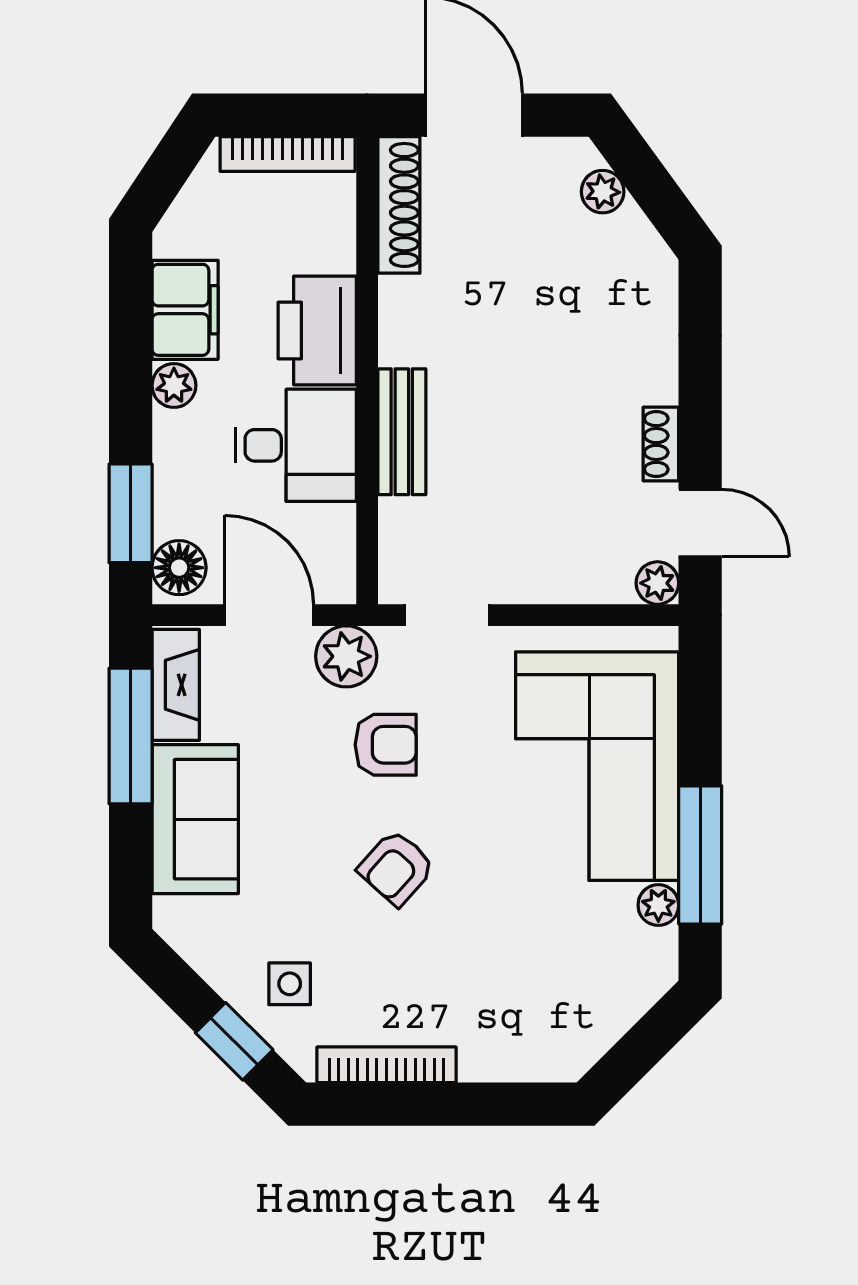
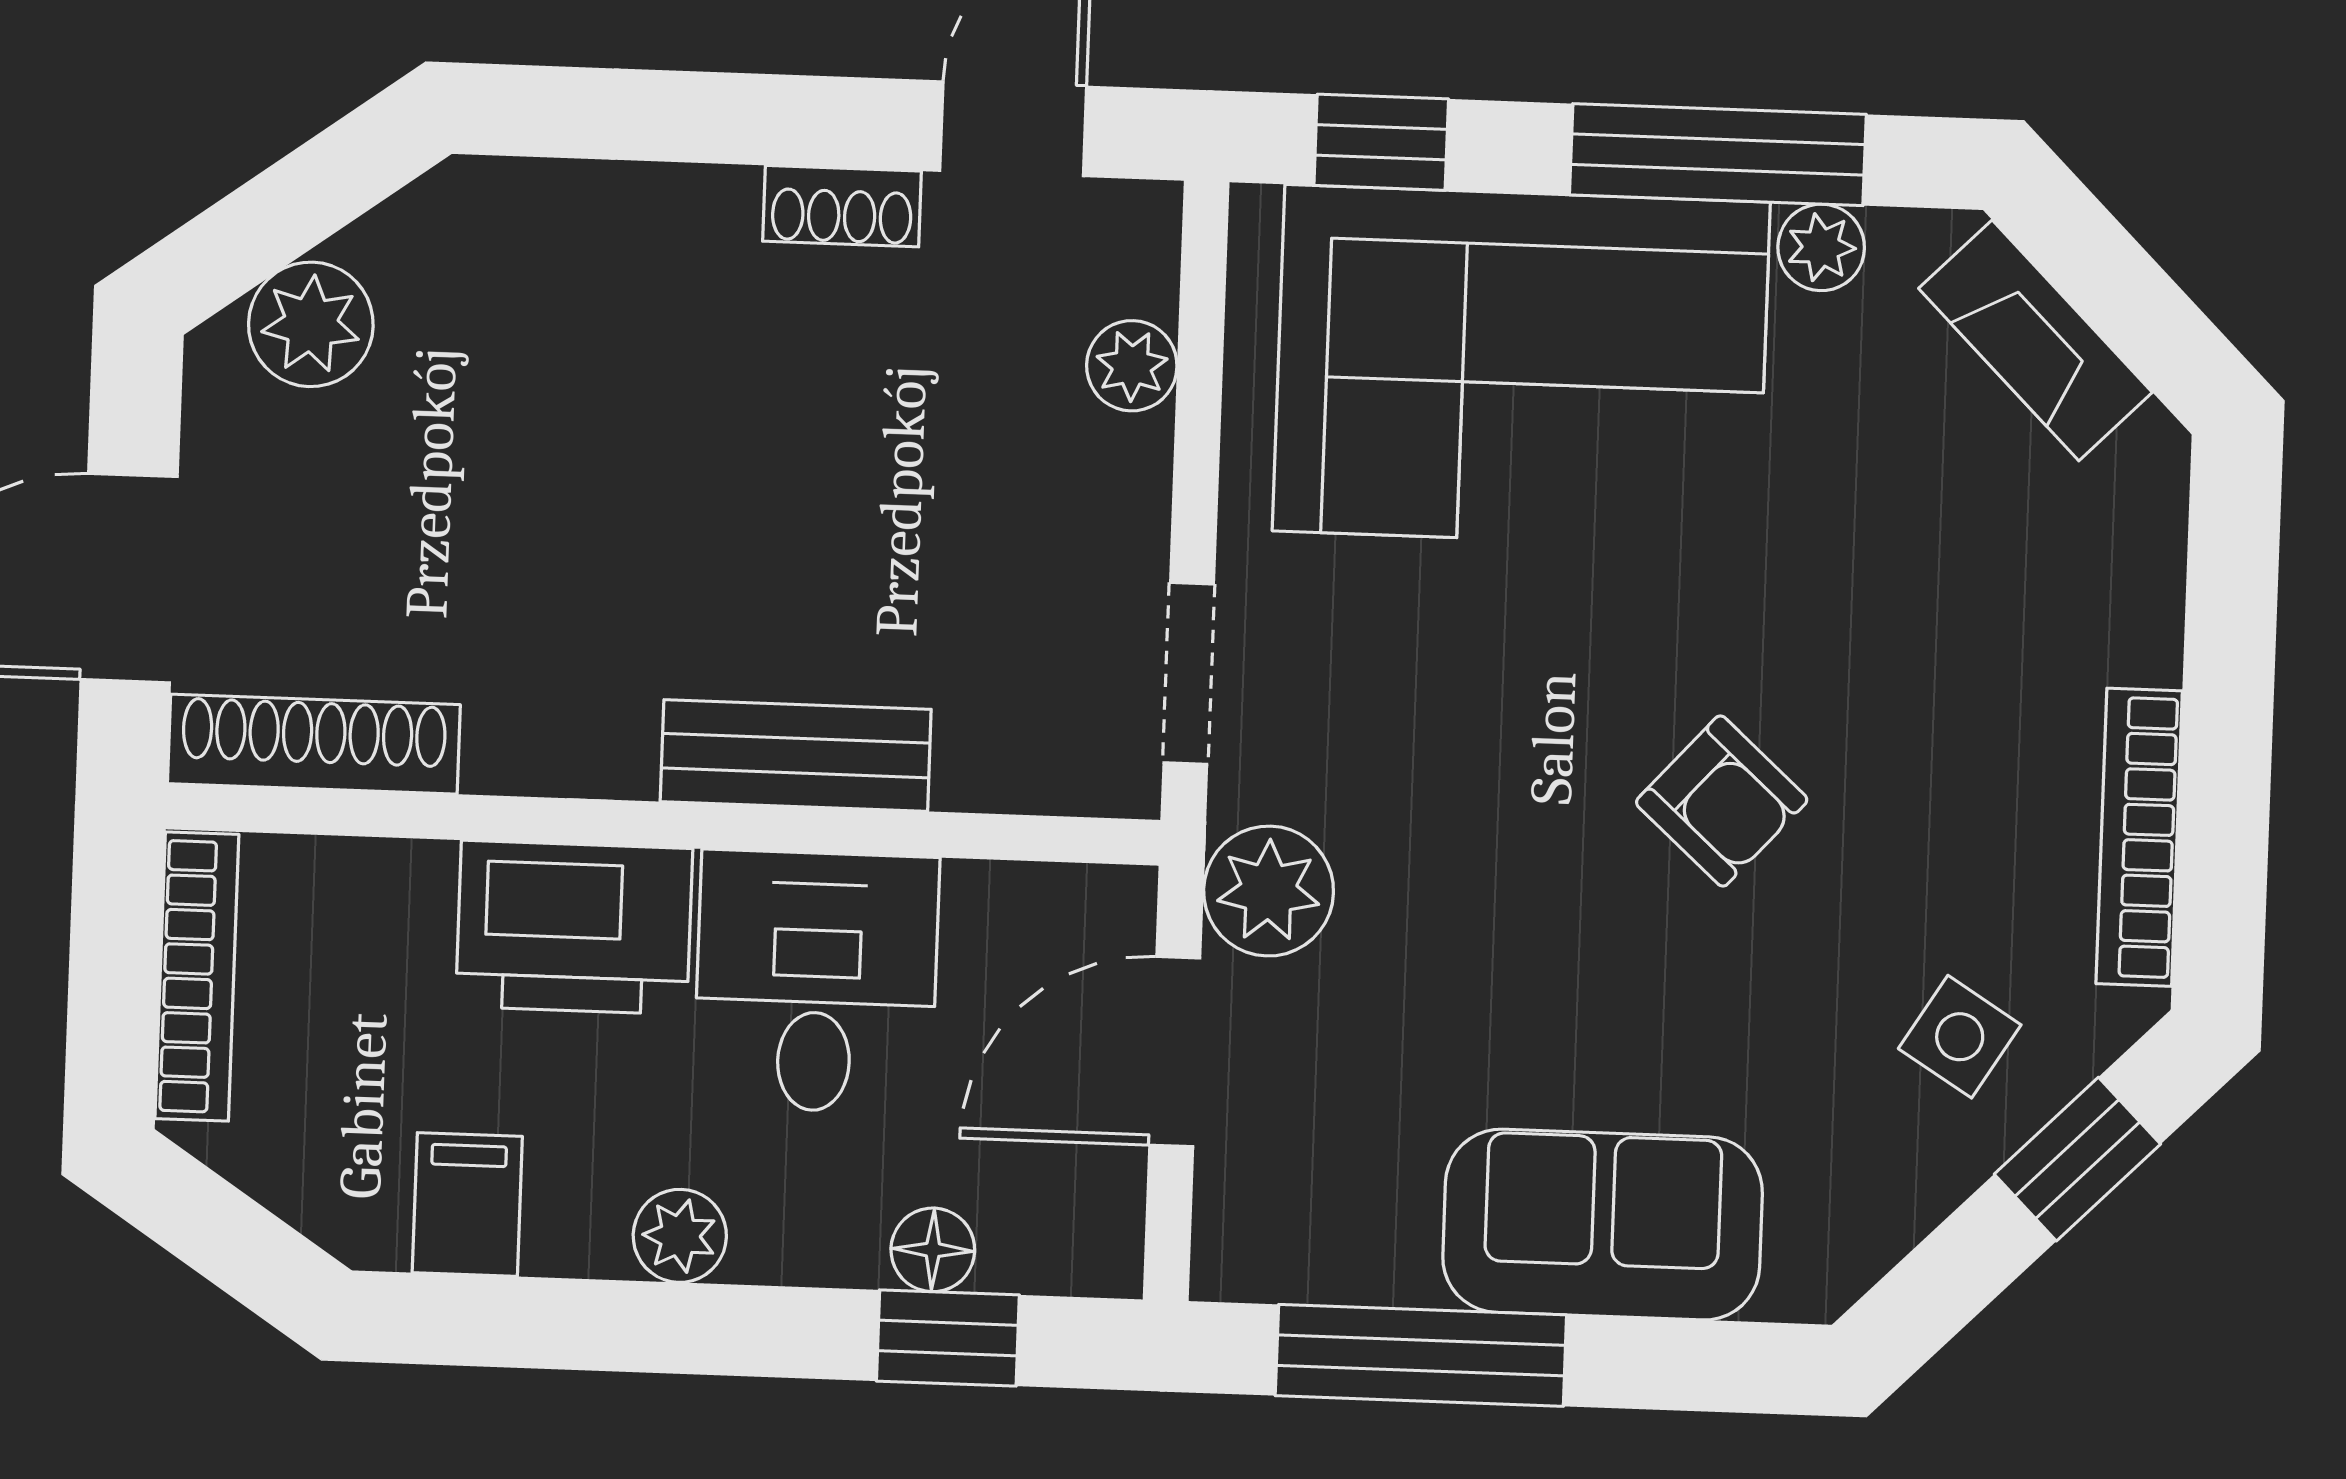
plant: (603, 192) -> (311, 324), width x1.38, depth x1.38
filing cabinet: (185, 310) -> (467, 1205), width x0.50
window: (131, 513) -> (948, 1338), width x0.67
floor lamp: (179, 568) -> (933, 1250), moved, width x0.73, depth x0.73
plant: (657, 583) -> (1132, 366), moved
fireplace: (176, 685) -> (2035, 340), moved, turned -135
window: (700, 696) -> (1381, 142), added
armchair: (386, 745) -> (1459, 814), removed
side table: (290, 984) -> (1960, 1037), turned 32

